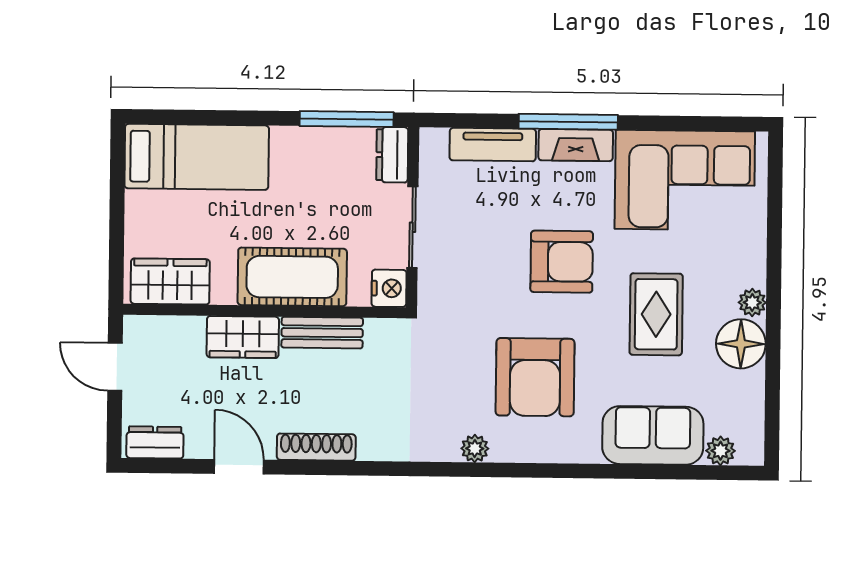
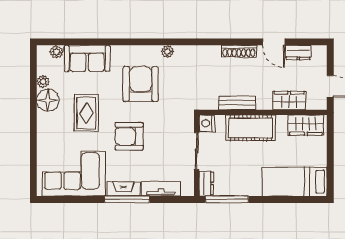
plant: (752, 302) -> (43, 81), moved
wardrobe: (243, 337) -> (289, 101), moved
dresser: (155, 442) -> (298, 52), moved

